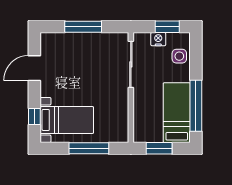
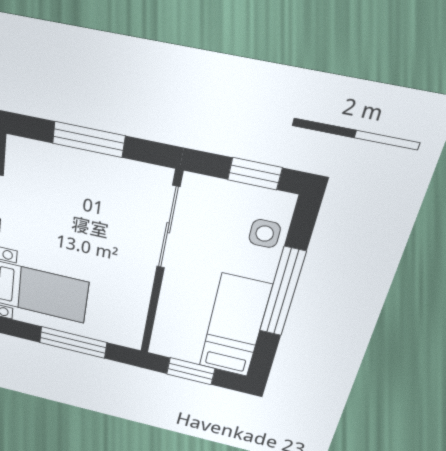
nightstand: (158, 39) -> (231, 194), removed
window: (196, 106) -> (282, 292), moved

